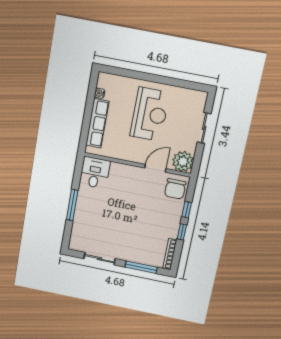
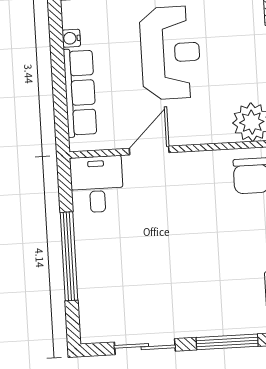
door: (155, 168) -> (149, 150), moved
window: (72, 205) -> (69, 256), width x1.46

